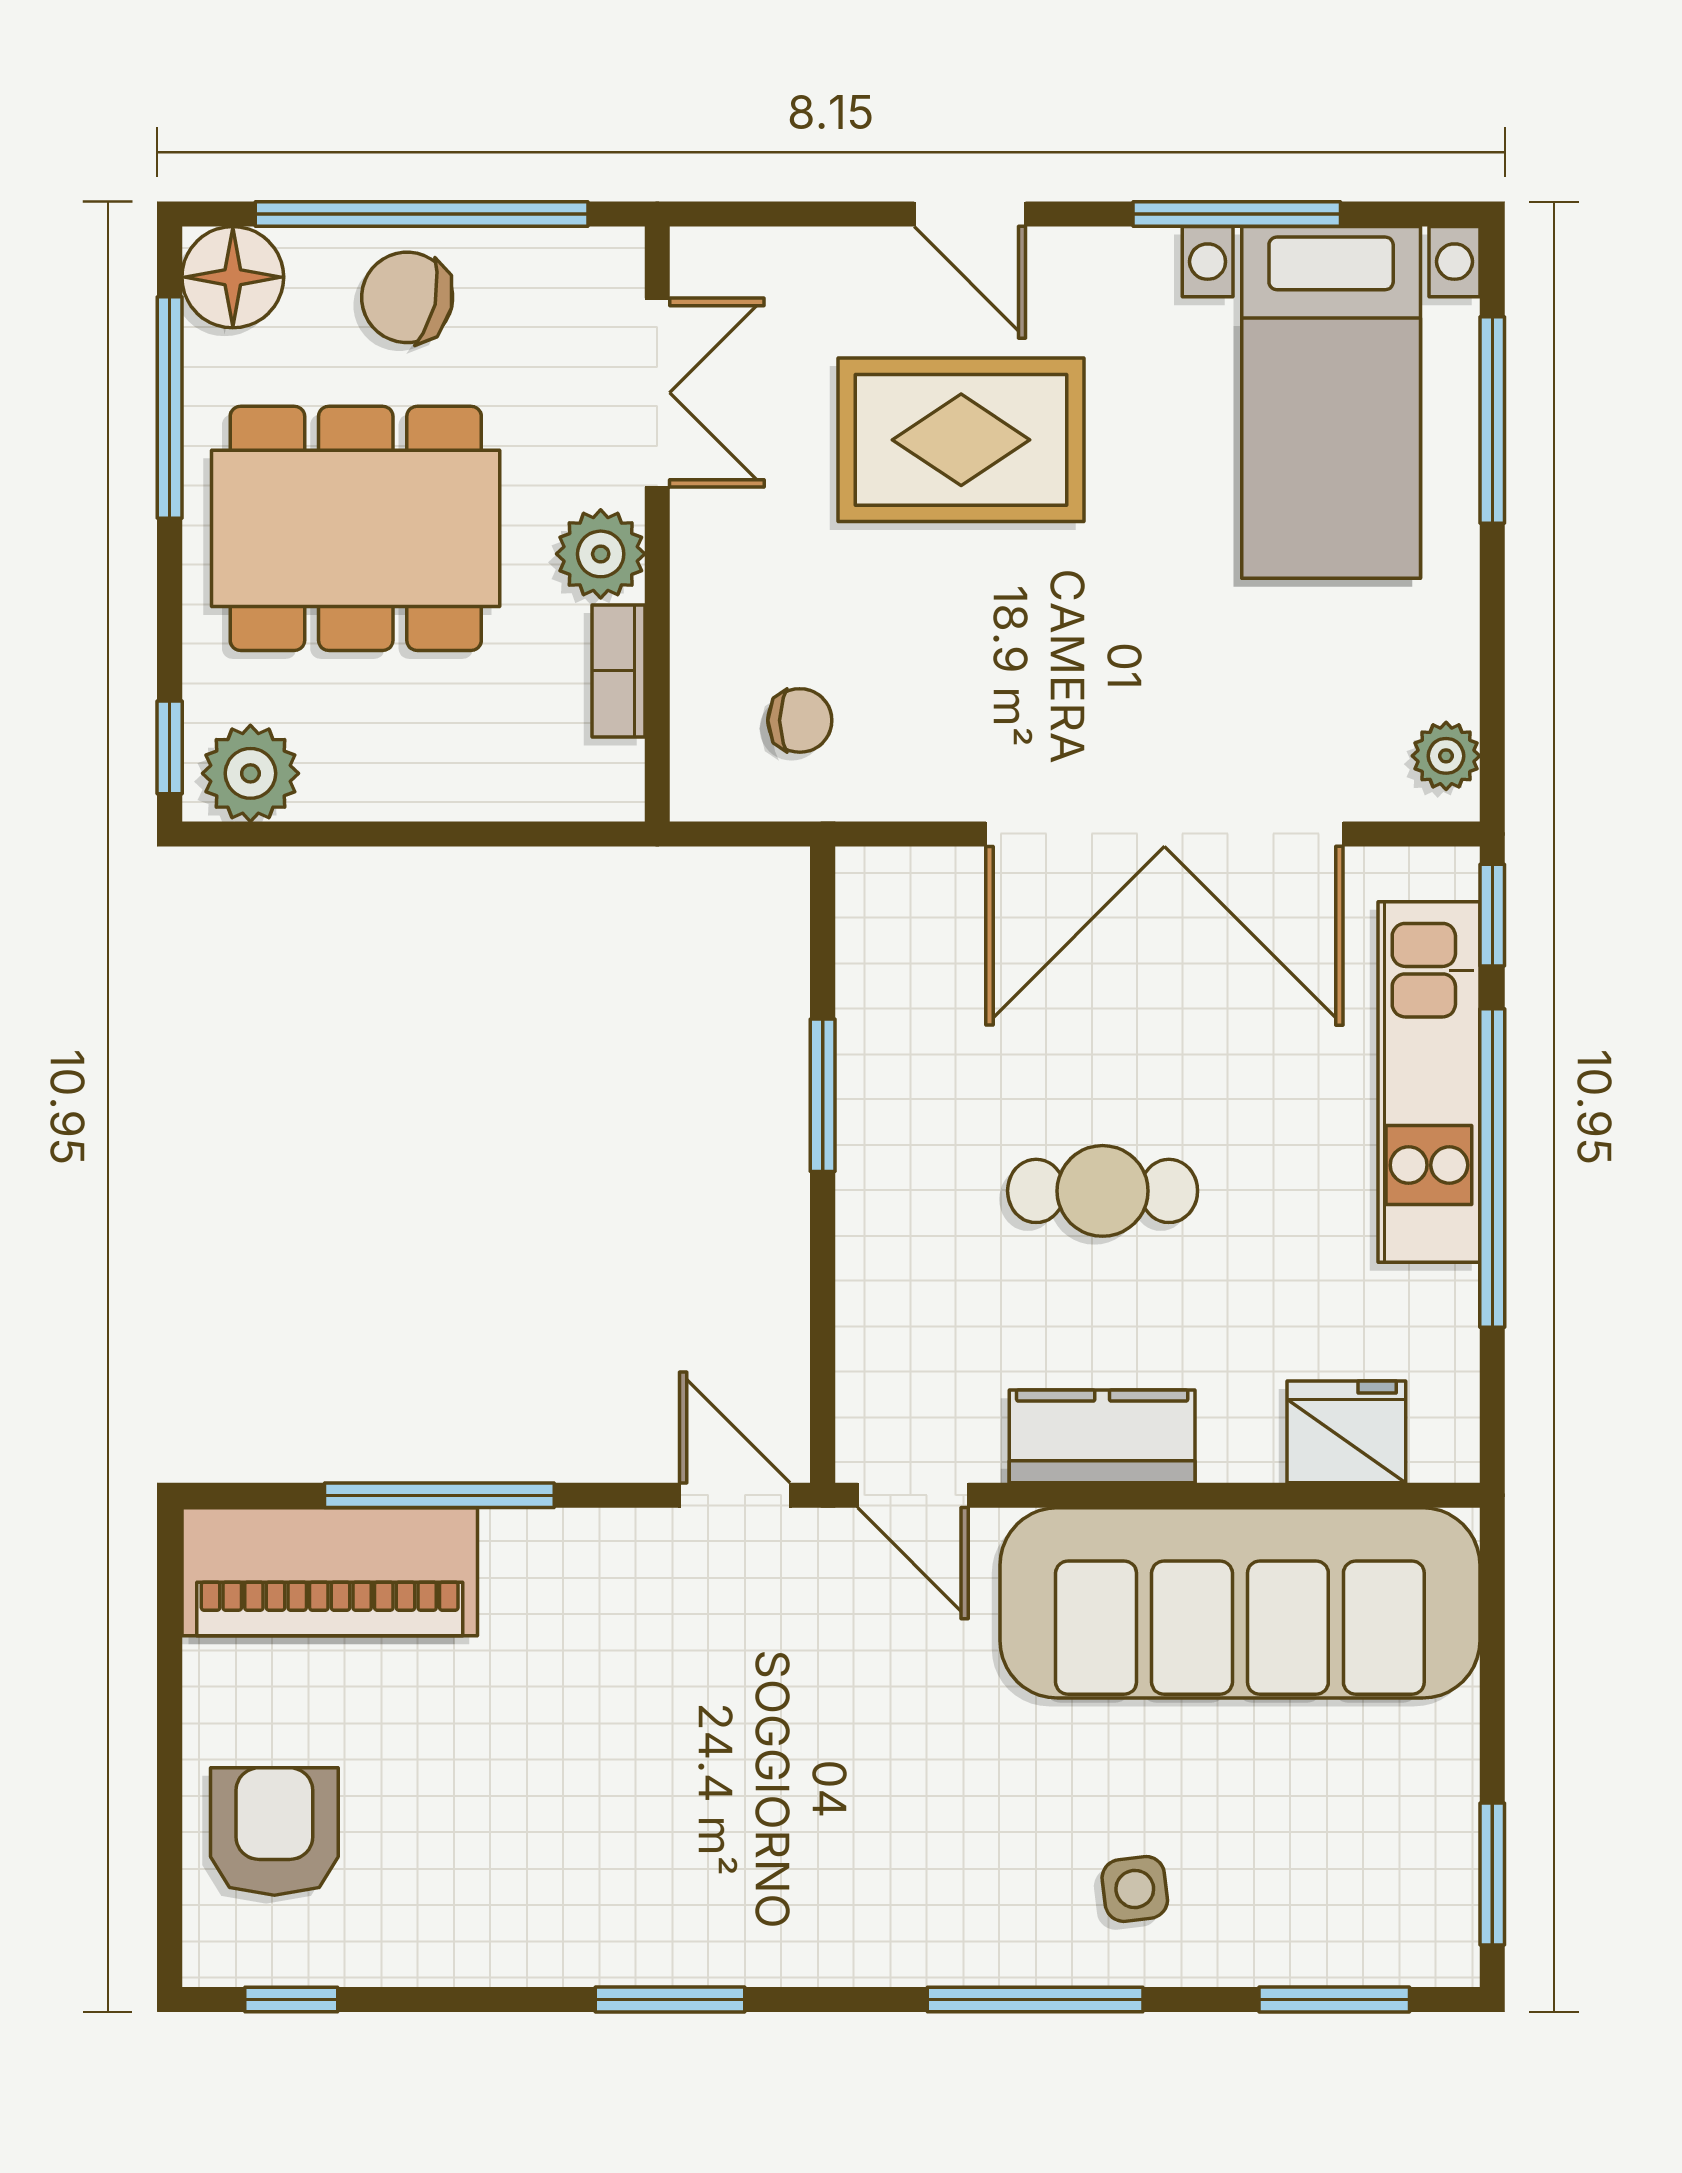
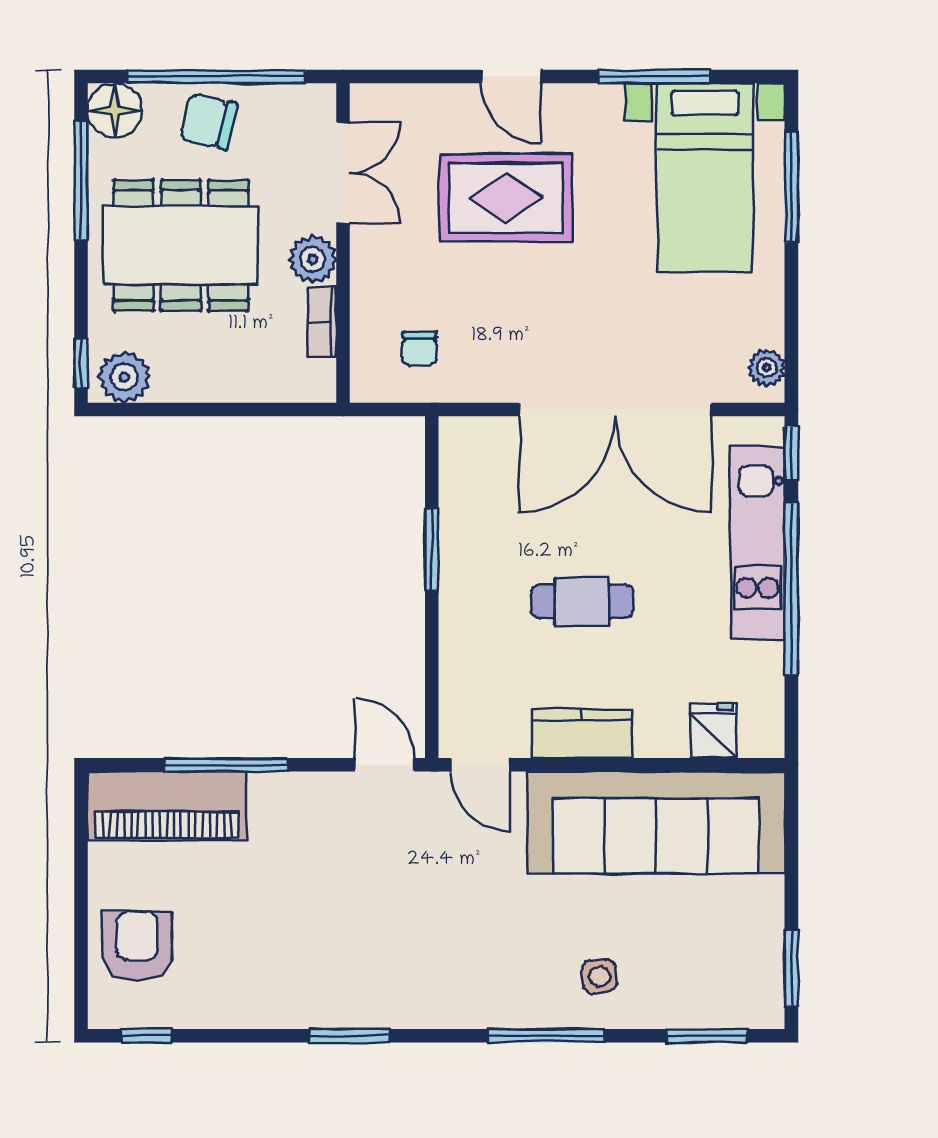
chair: (800, 720) -> (419, 349), turned 90
fridge: (1346, 1432) -> (713, 731), width x0.72

